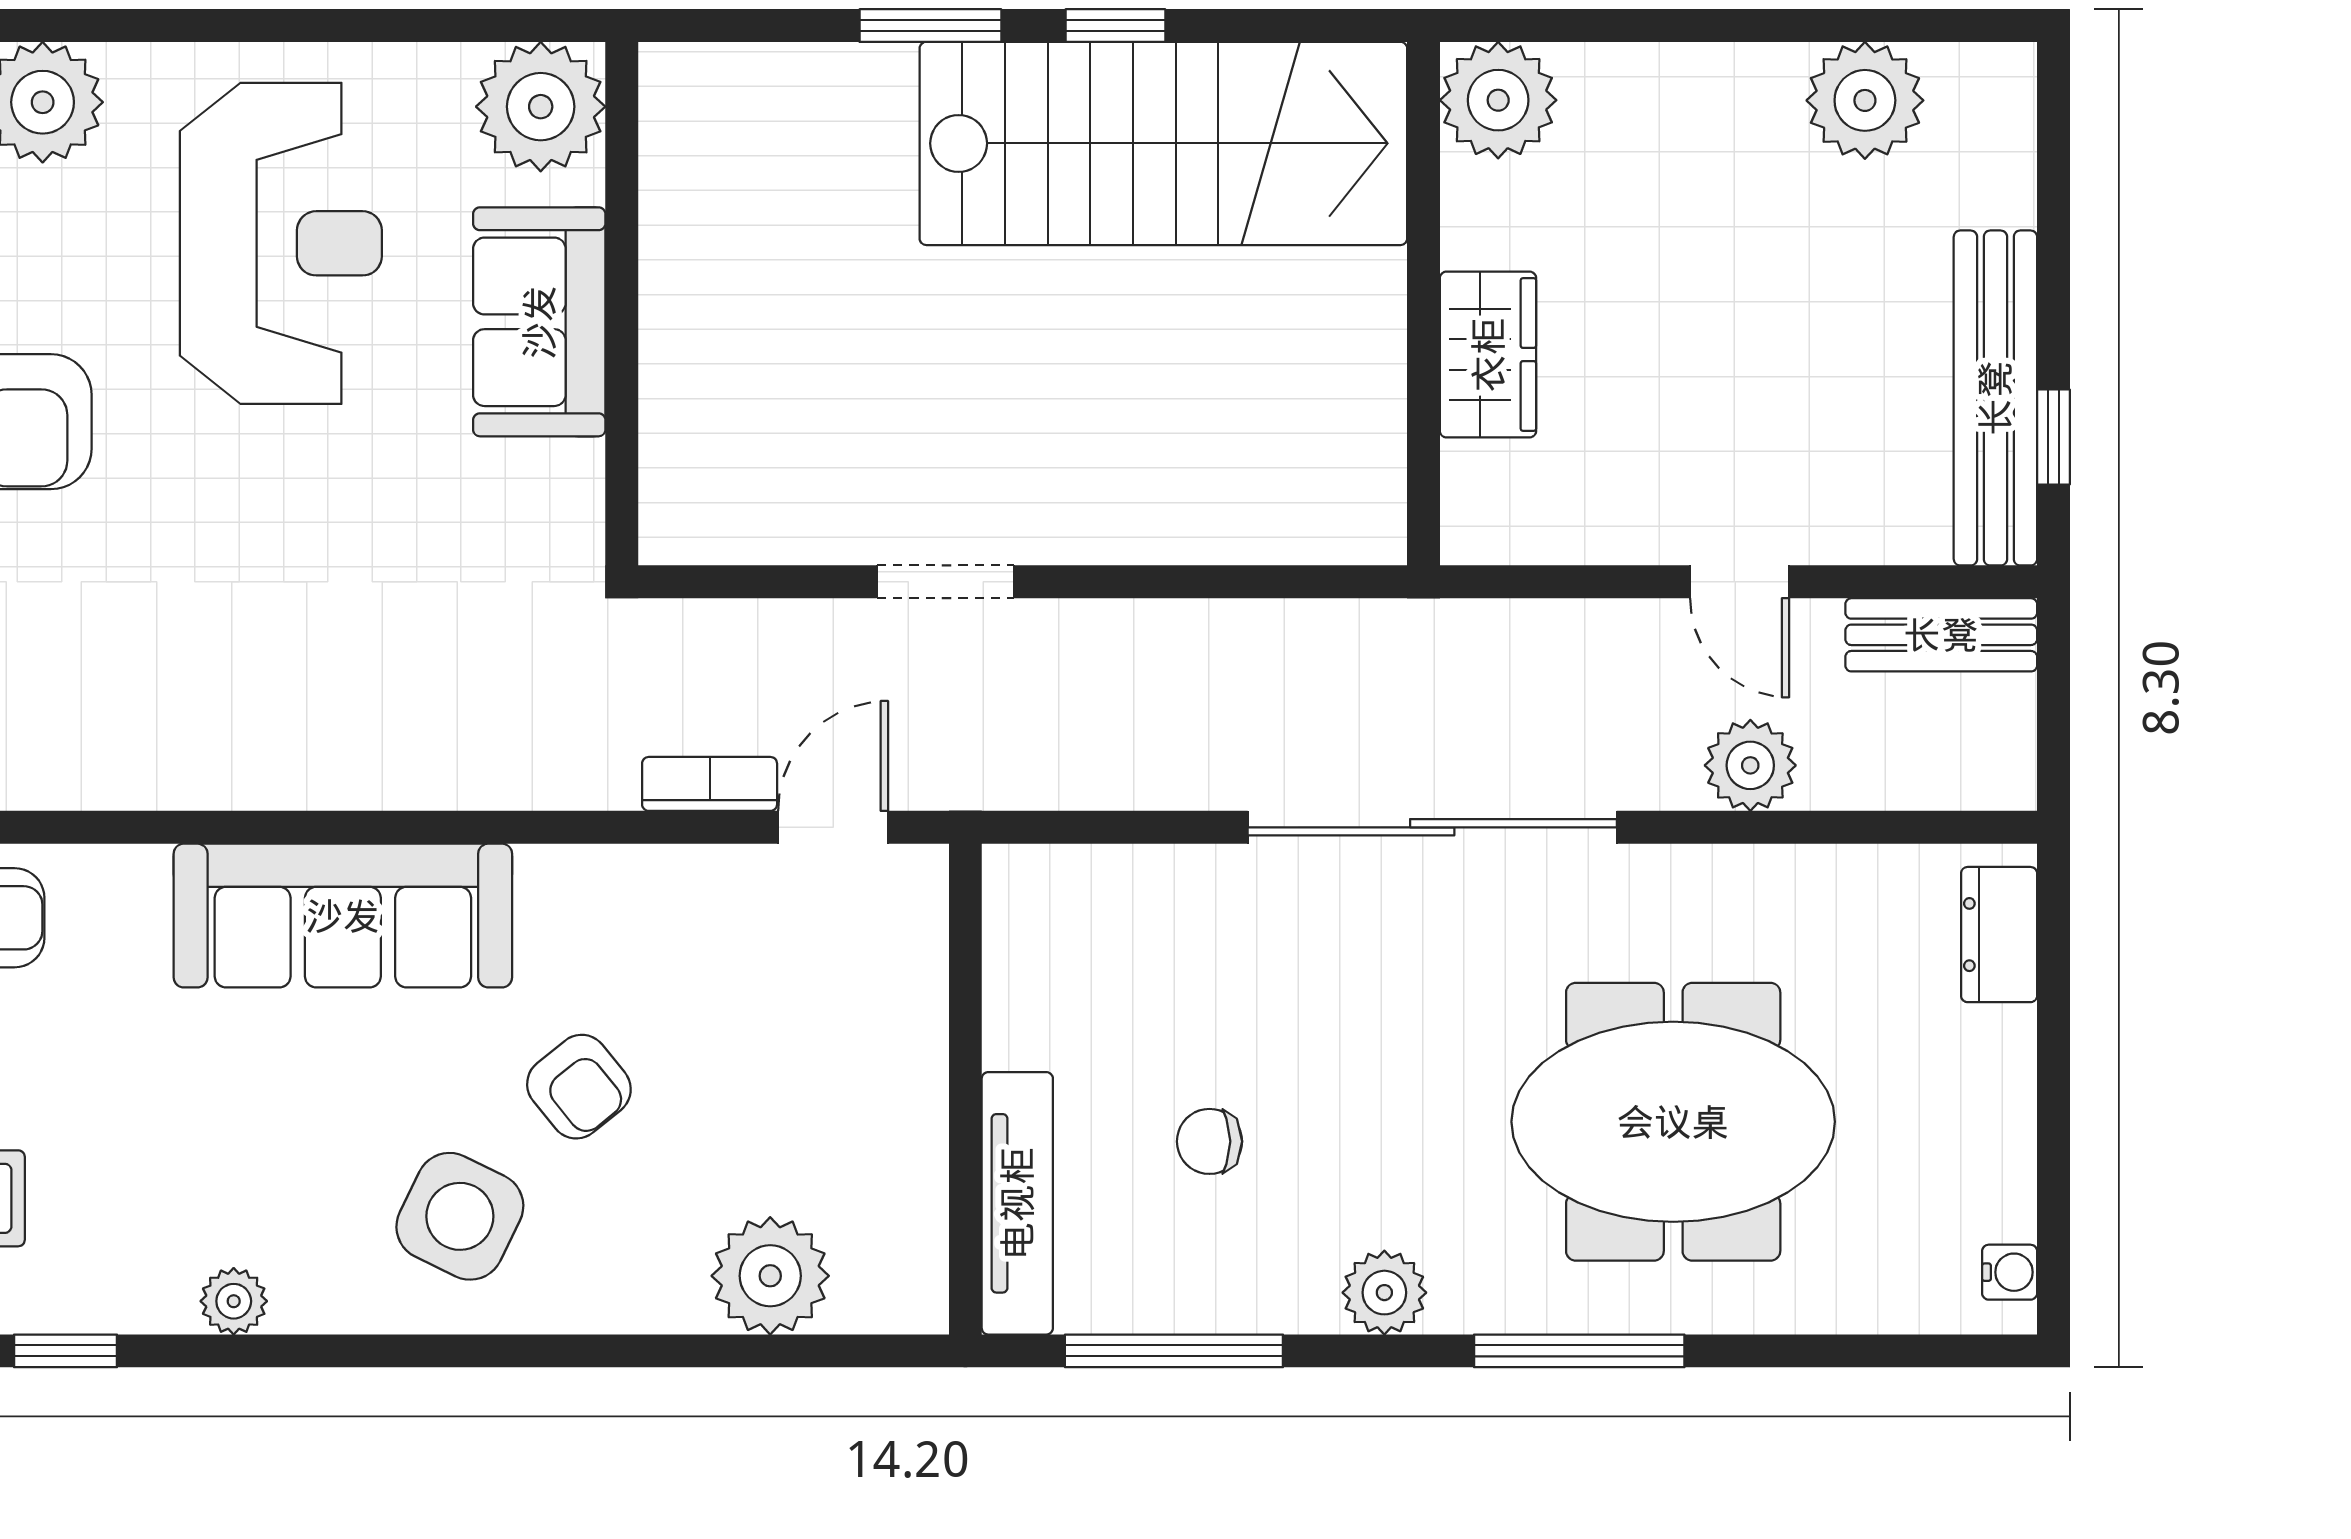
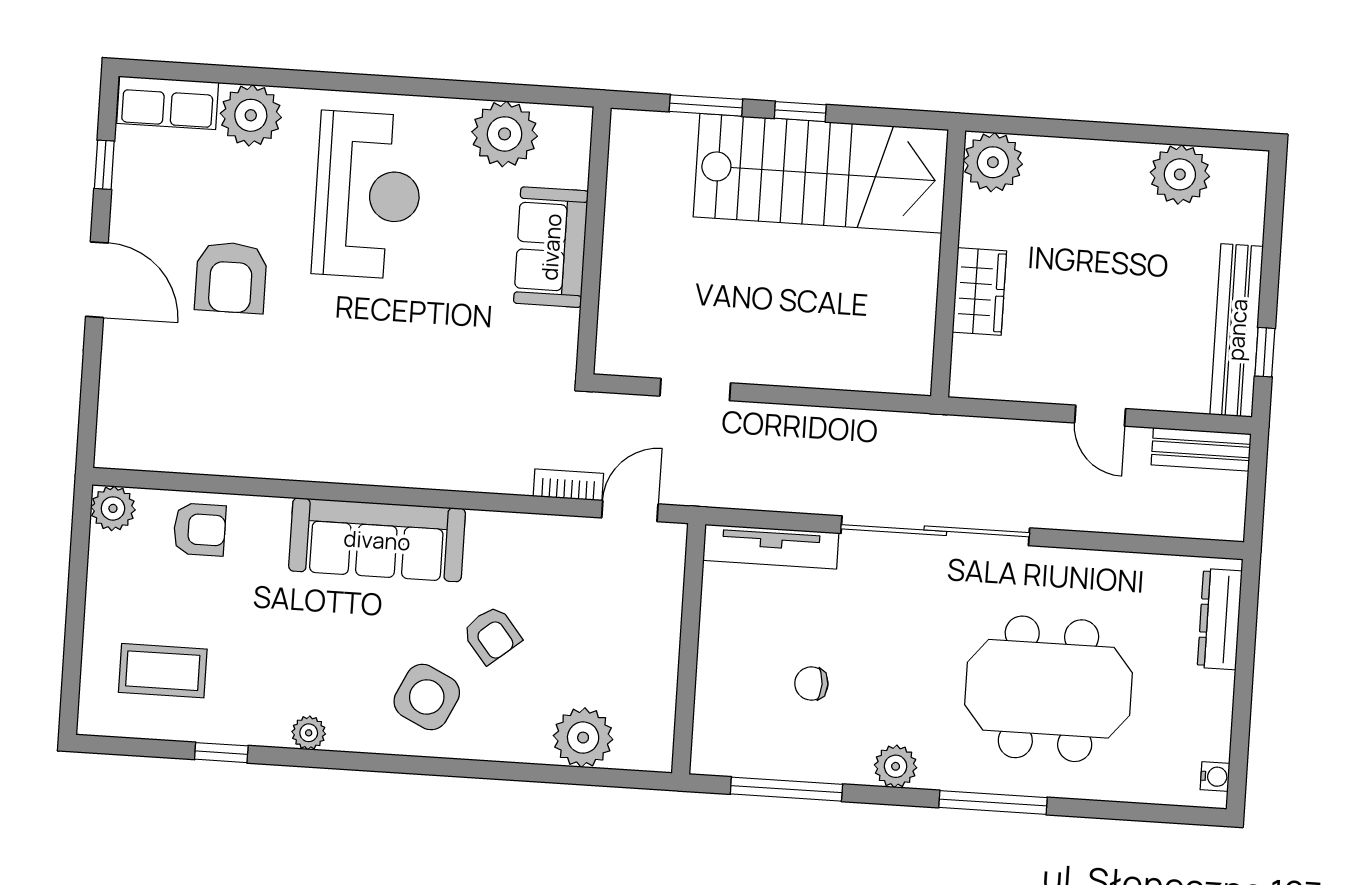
wall: (622, 304) -> (594, 241), moved
sofa: (539, 322) -> (551, 247), moved
plant: (1750, 765) -> (1099, 510), removed
dresser: (1999, 935) -> (1220, 619), width x1.44
tv unit: (1017, 1203) -> (771, 547), moved, turned 90

